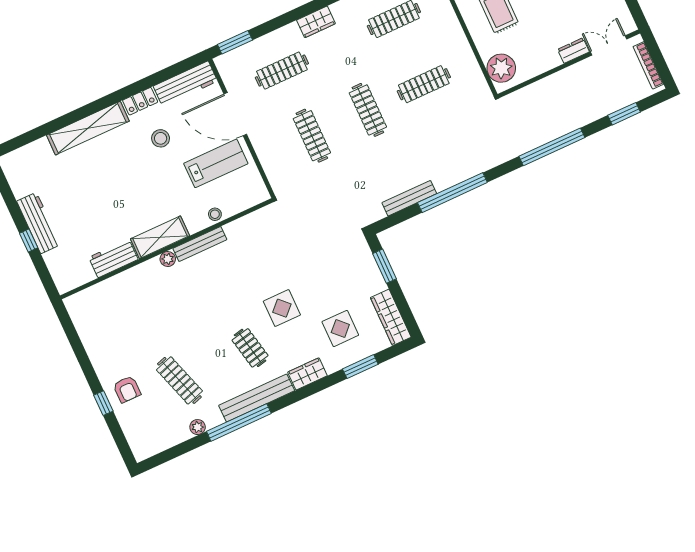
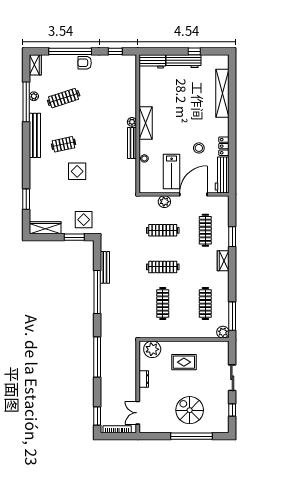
window: (235, 42) -> (232, 237), moved
double door: (609, 45) -> (138, 413), swing flipped
dresser: (573, 51) -> (144, 379), moved
window: (624, 114) -> (97, 416), moved
shelving: (88, 128) -> (222, 93), moved
plant: (267, 153) -> (164, 202), added
window: (29, 240) -> (194, 51), moved
workbench: (113, 258) -> (152, 61), moved, turned 90
display table: (340, 328) -> (84, 220), moved
window: (72, 334) -> (115, 51), added
wardrobe: (307, 374) -> (35, 65), moved
armchair: (127, 389) -> (85, 63), moved
window: (103, 403) -> (70, 51), width x3.17
window: (239, 422) -> (26, 102), moved

